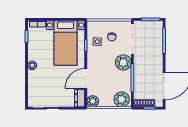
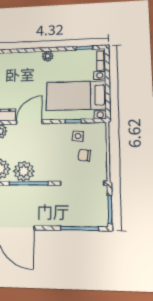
plant: (123, 62) -> (24, 171), moved
door: (86, 79) -> (29, 122), hinge flipped

